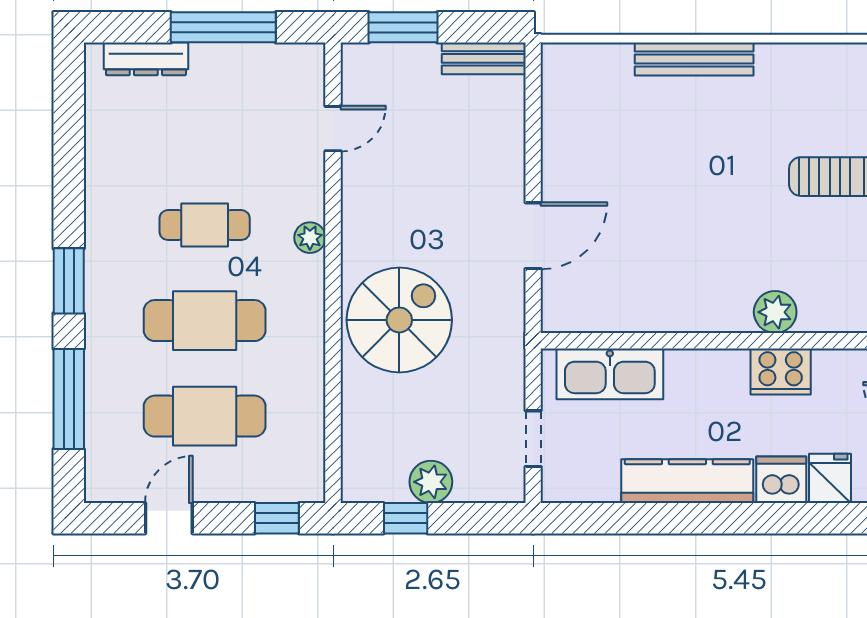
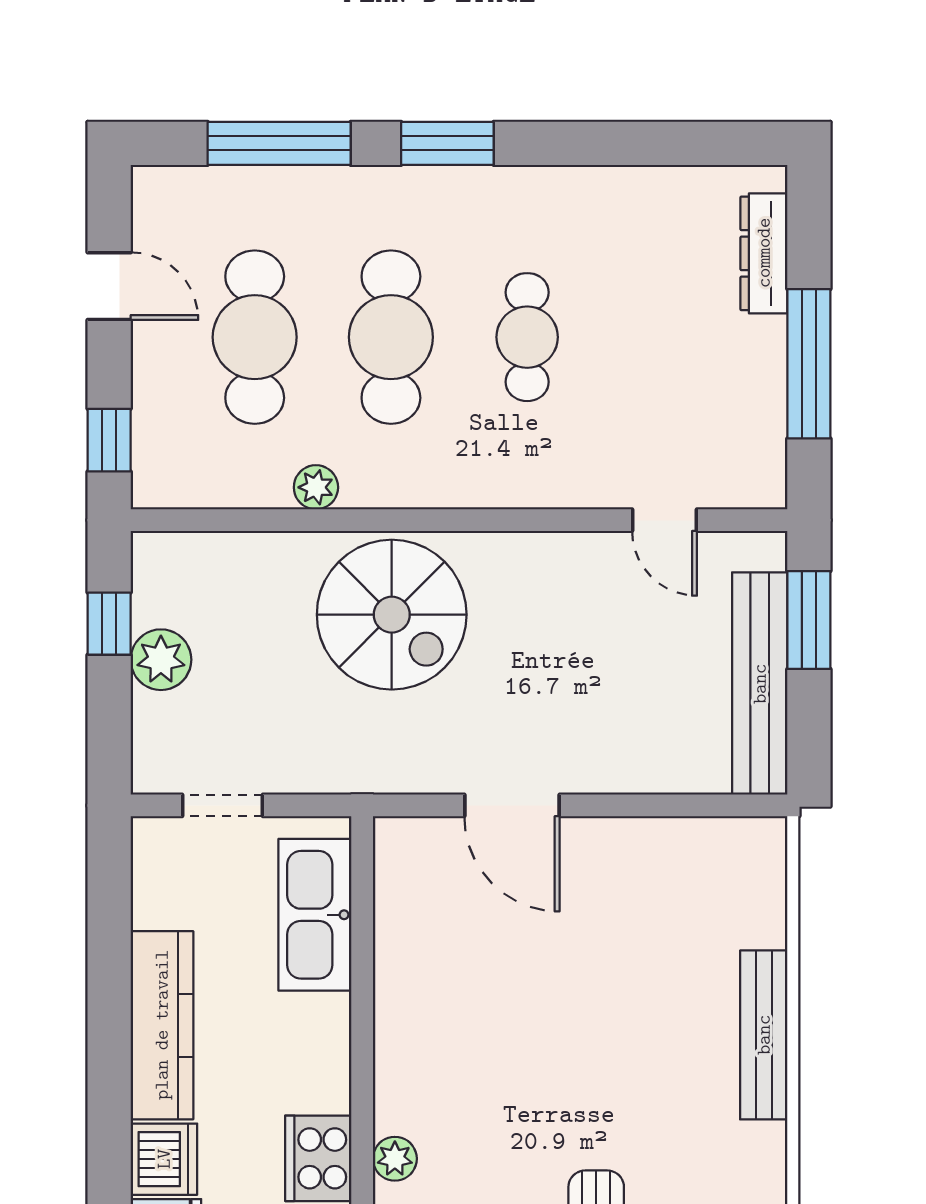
bench: (484, 58) -> (760, 684), width x1.86, depth x1.21
plant: (310, 238) -> (316, 487), moved
plant: (775, 312) -> (395, 1159), width x0.73, depth x0.73

